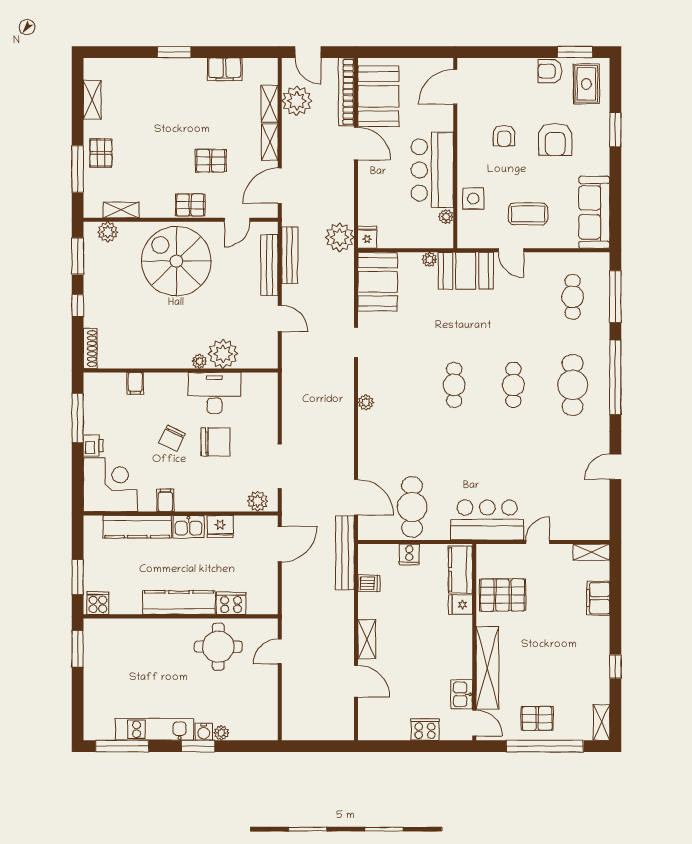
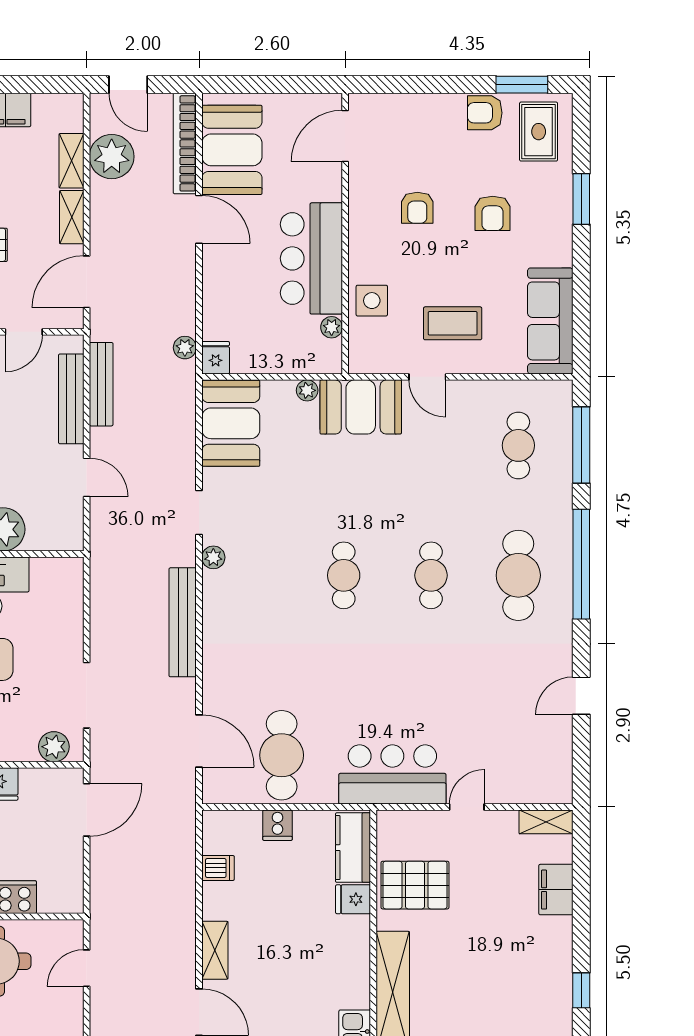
armchair: (555, 139) -> (493, 213), width x0.72, depth x0.72
plant: (340, 237) -> (185, 348), width x0.53, depth x0.53
plant: (366, 402) -> (213, 557), moved
bench: (345, 553) -> (183, 622), moved

